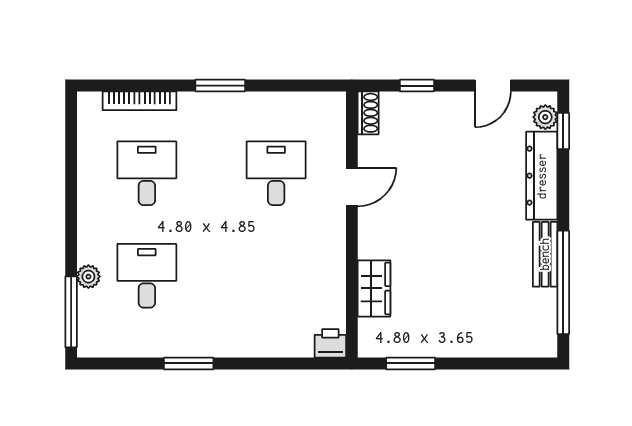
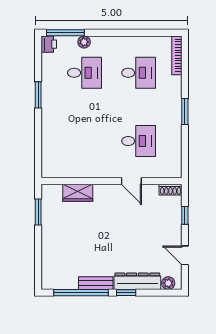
bookcase: (139, 101) -> (177, 55), moved
window: (563, 131) -> (126, 293), moved
printer: (330, 343) -> (49, 44), moved

